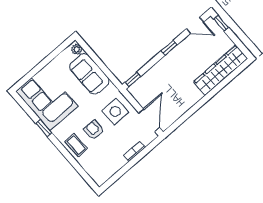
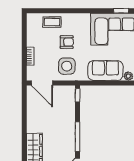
window: (169, 48) -> (77, 136), width x2.17
window: (44, 128) -> (121, 11), moved
coffee table: (76, 145) -> (52, 22), moved

